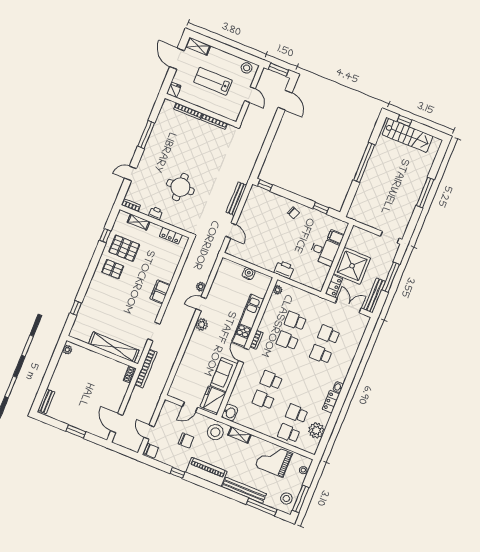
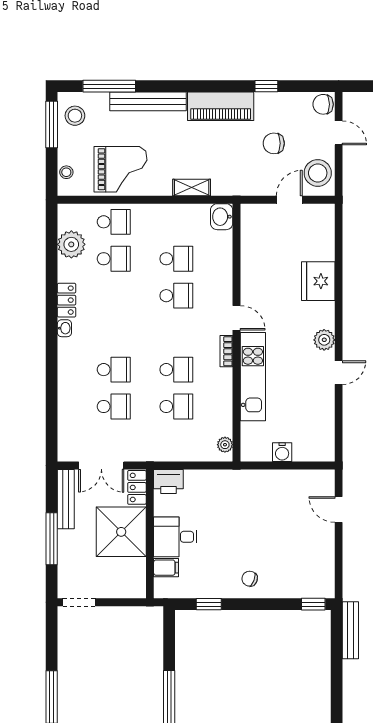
bench: (236, 199) -> (350, 630), moved
printer: (284, 270) -> (168, 481), moved
plant: (201, 287) -> (350, 400), removed
sofa: (224, 375) -> (256, 274), removed
fridge: (213, 400) -> (318, 281), moved, turned 180
stool: (215, 432) -> (318, 173), moved

